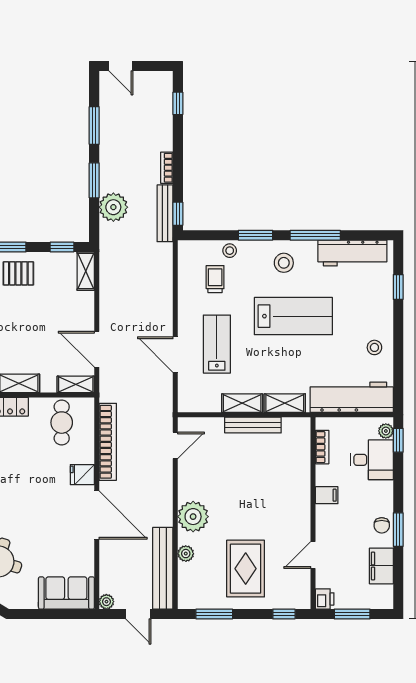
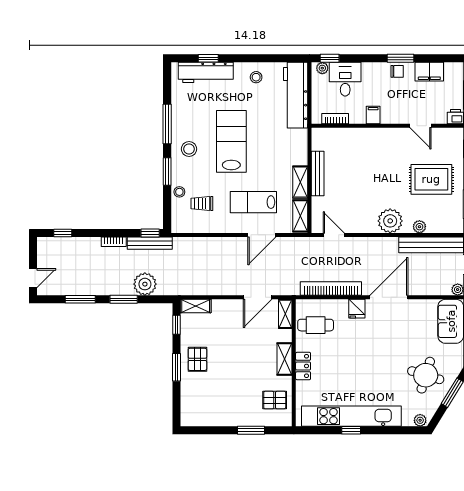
workbench: (352, 253) -> (206, 72), moved, turned 90
shelving: (285, 403) -> (300, 216), moved

